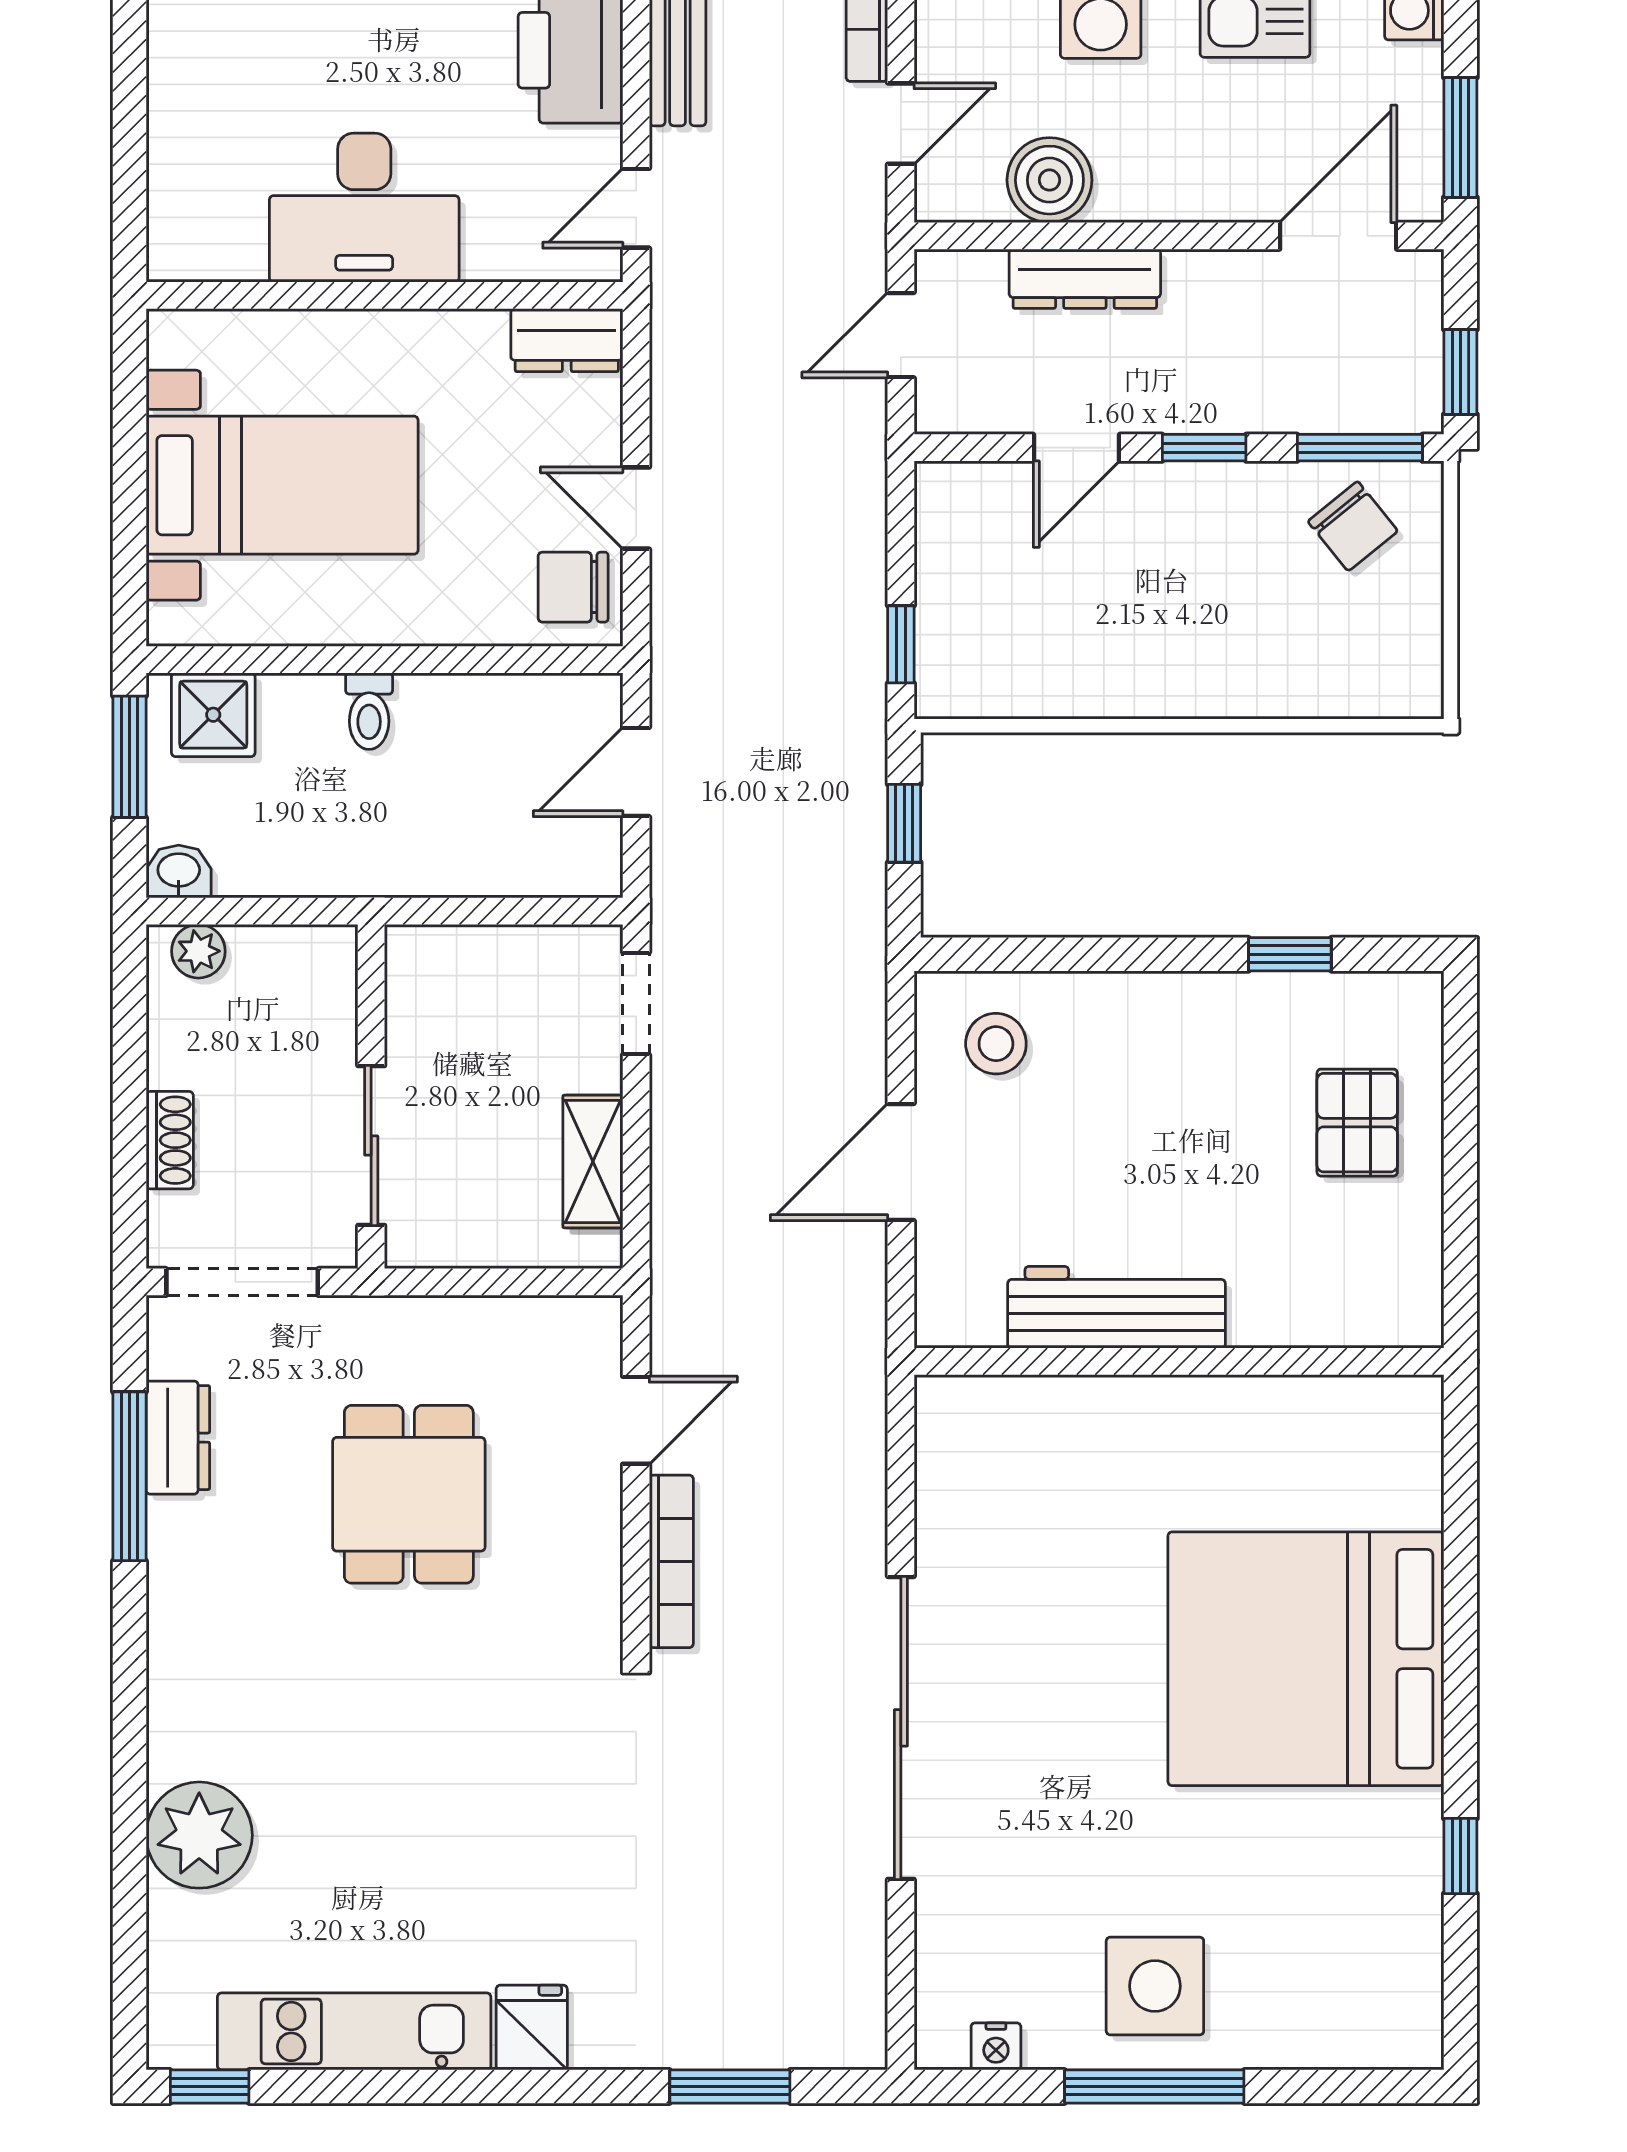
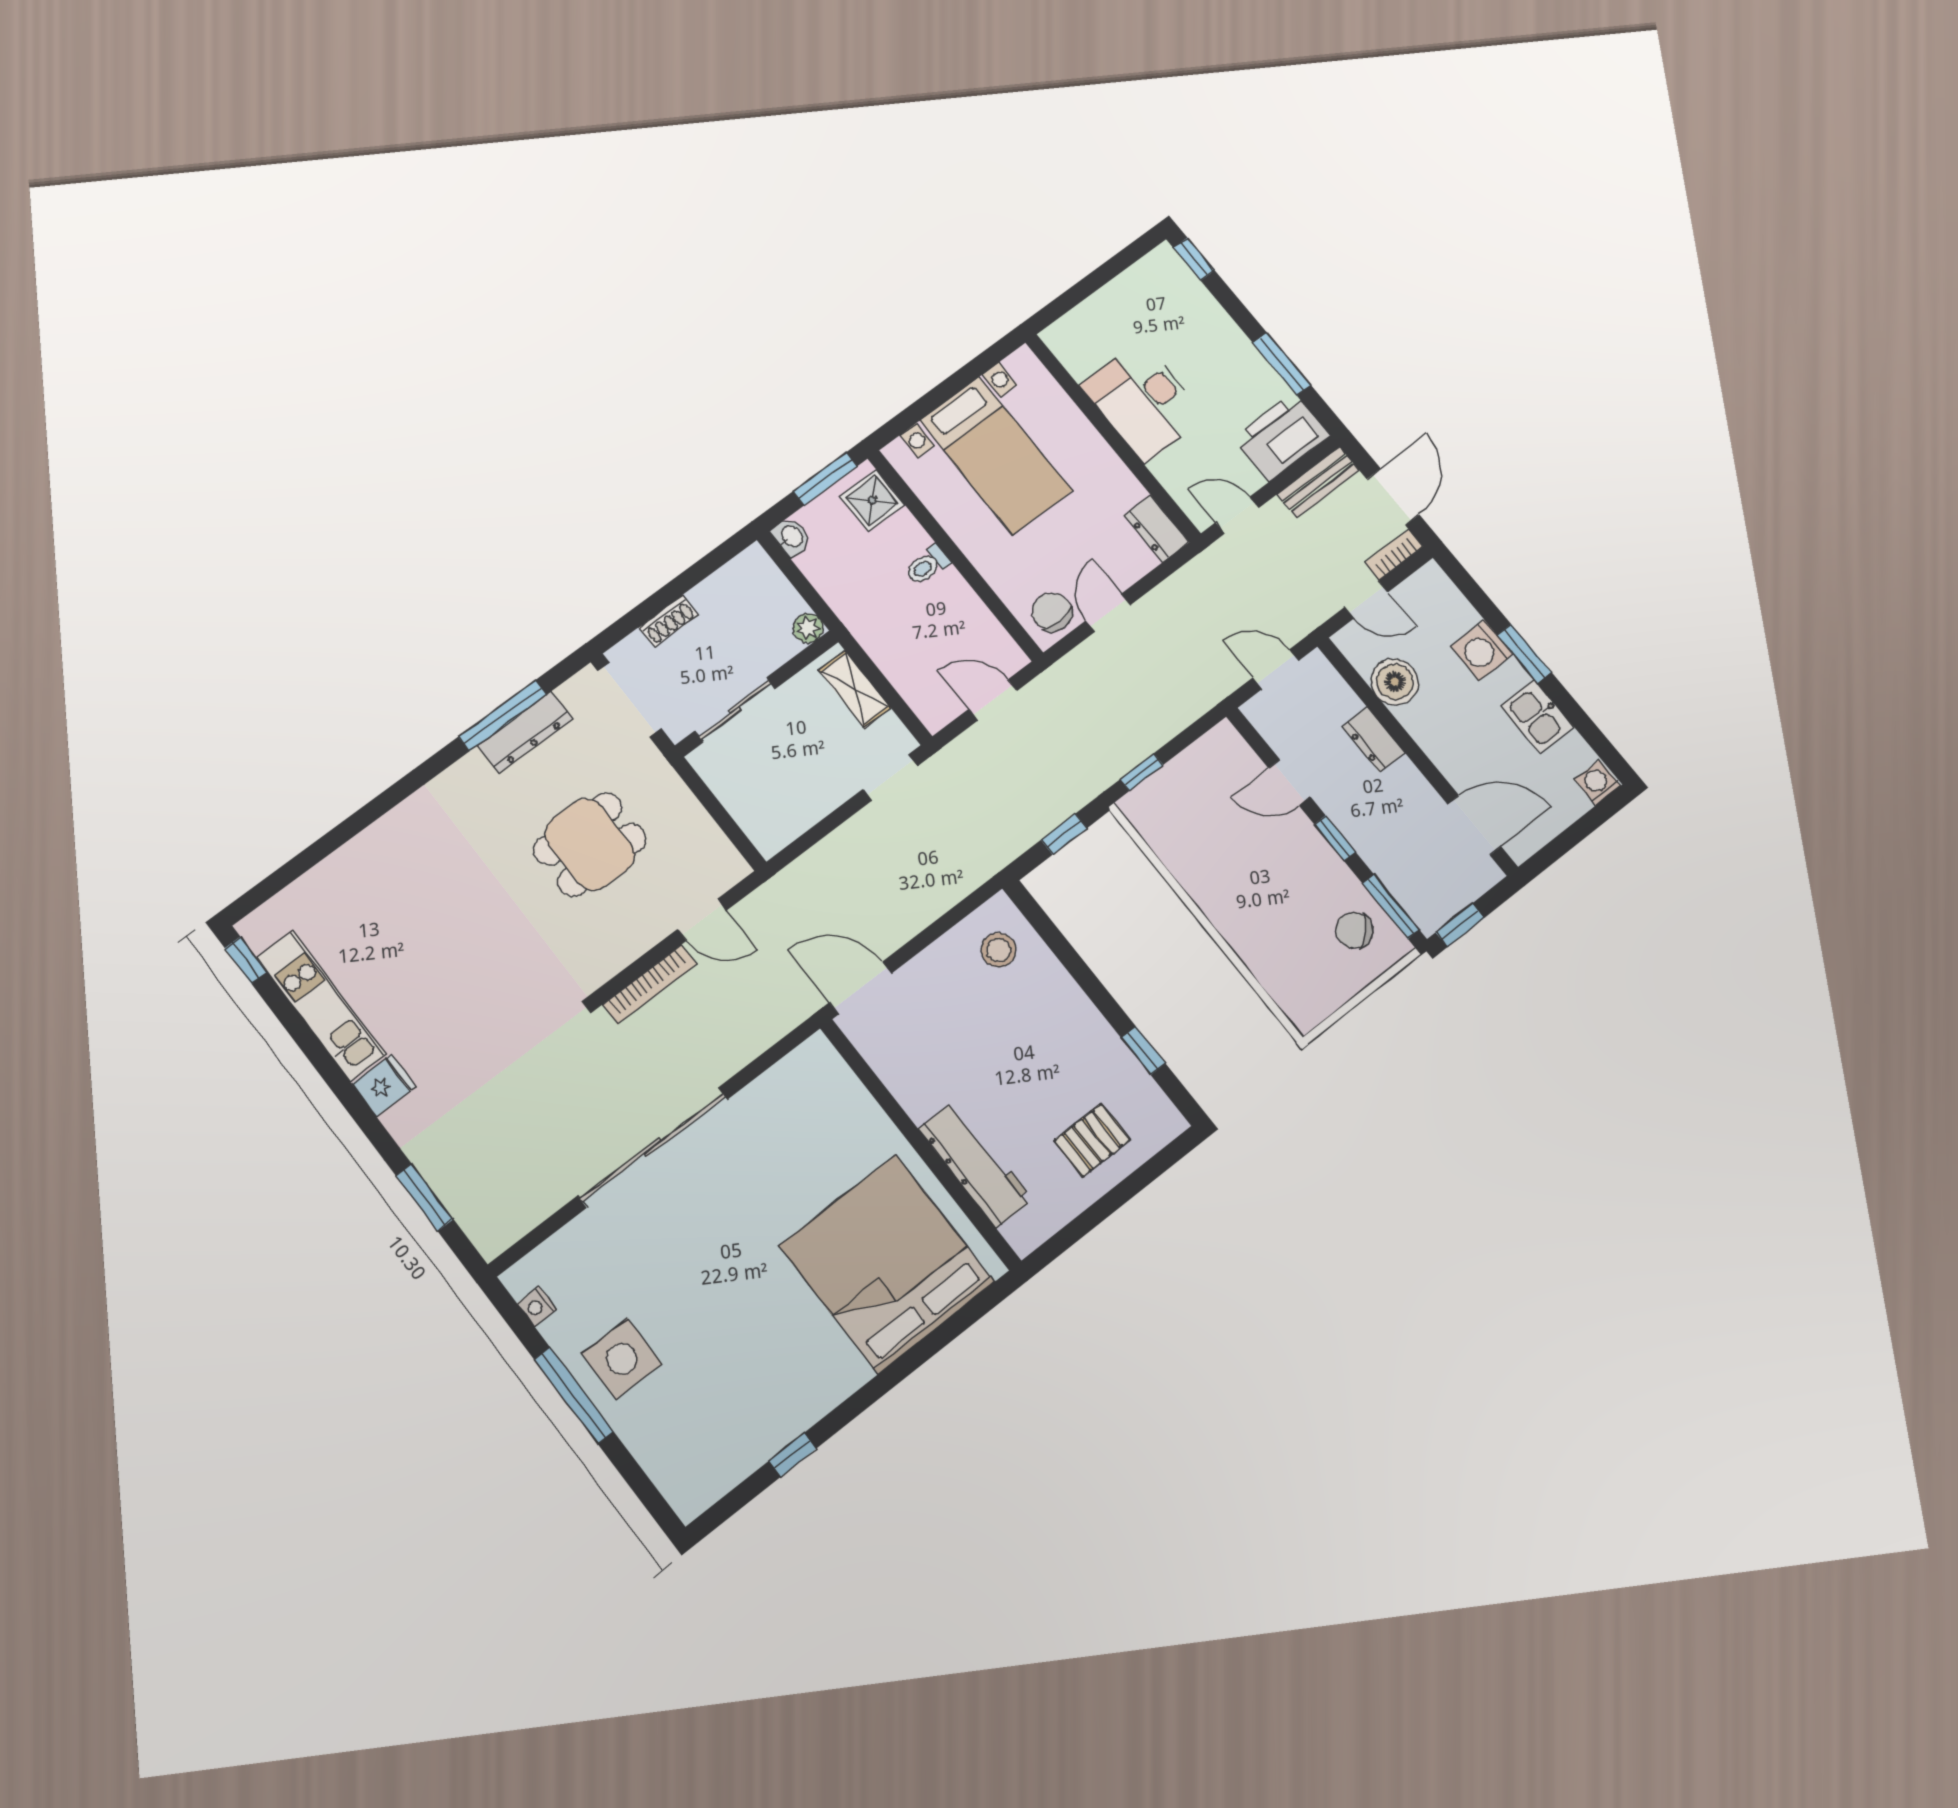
window: (1460, 137) -> (1560, 845), removed
dresser: (1085, 279) -> (1373, 740), width x0.70
chair: (1353, 526) -> (1354, 930), turned 84
plant: (198, 951) -> (808, 628), moved
shelving: (593, 1161) -> (854, 689), moved, turned 90
door: (901, 1162) -> (861, 988), moved
workbench: (1116, 1307) -> (976, 1164), moved
dresser: (178, 1438) -> (525, 732), width x1.44
bed: (1306, 1659) -> (887, 1264), moved
plant: (199, 1835) -> (361, 868), removed

